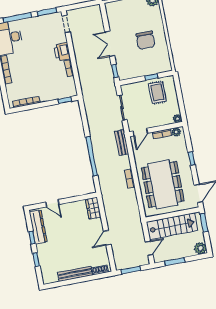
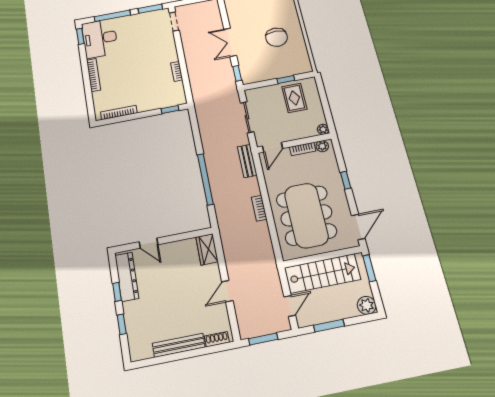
printer: (62, 52) -> (168, 53), removed

